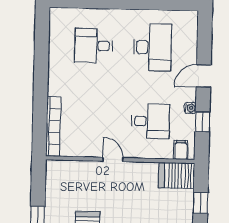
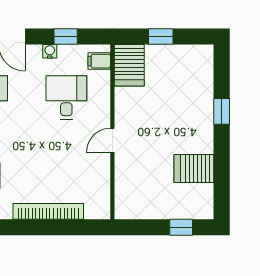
bookcase: (53, 126) -> (48, 211), moved

